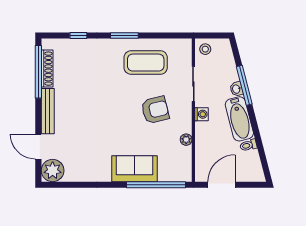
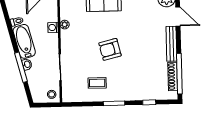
coffee table: (146, 63) -> (97, 83), width x0.54, depth x0.58
armchair: (155, 110) -> (110, 49), moved
washing machine: (201, 114) -> (53, 27), moved

